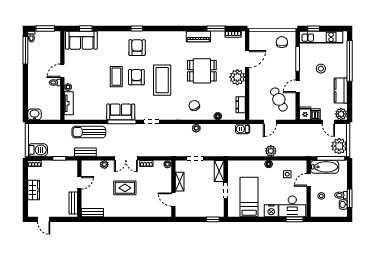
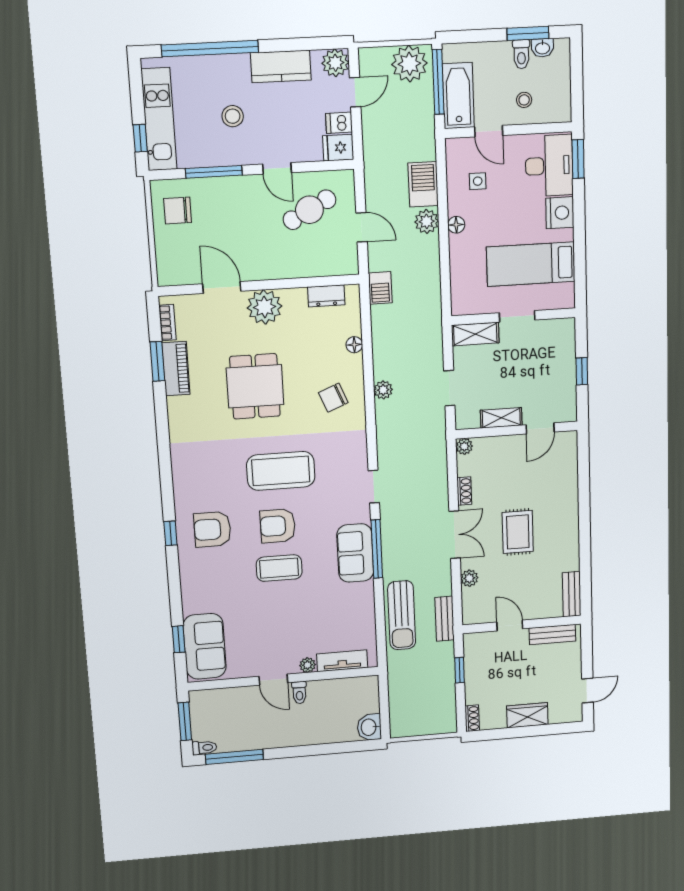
piano: (198, 36) -> (176, 369), moved
barbecue: (38, 150) -> (423, 184), moved
window: (213, 219) -> (582, 371), moved

